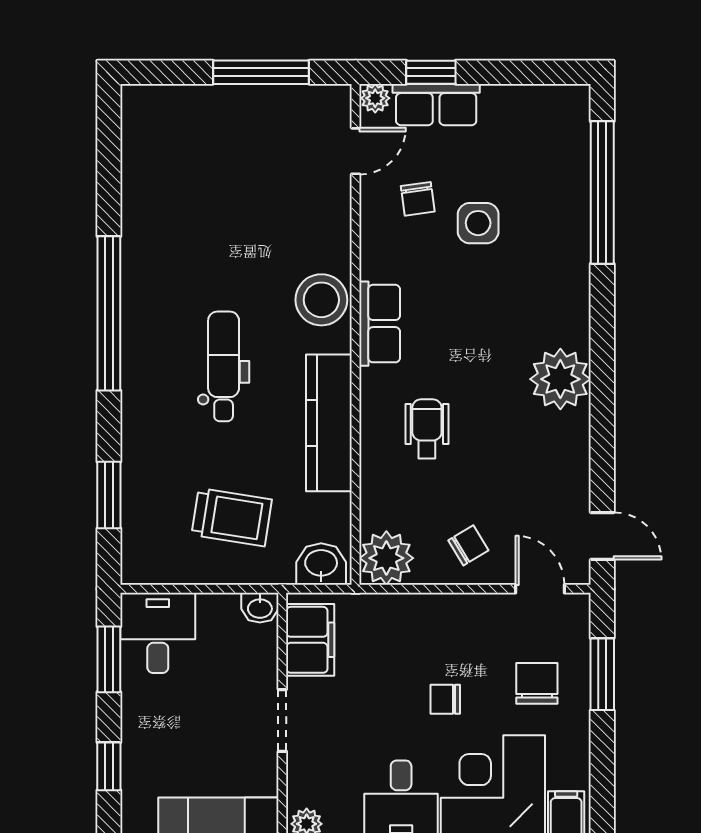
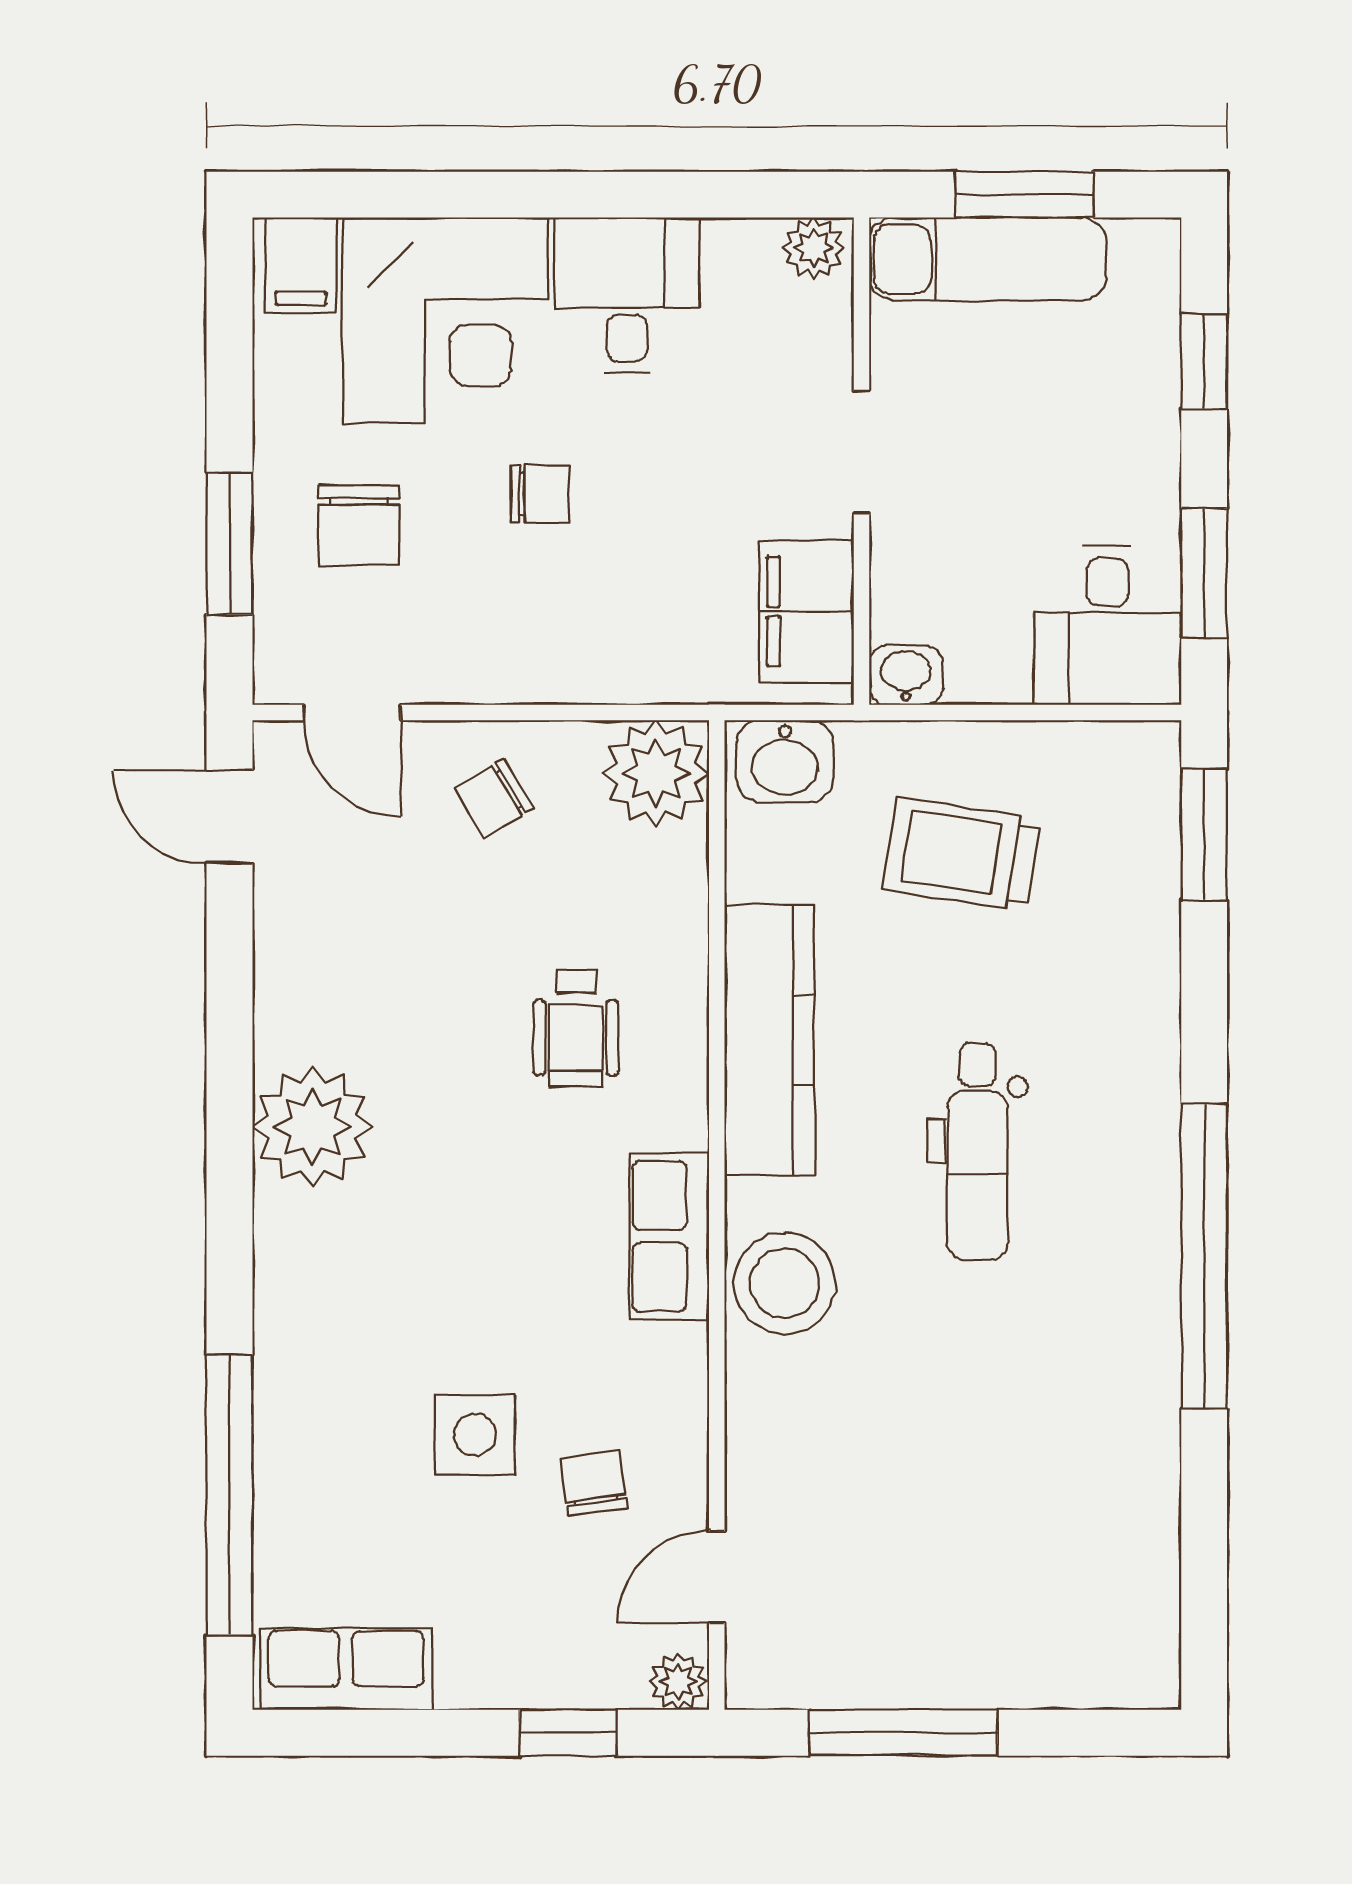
row of seats: (436, 105) -> (346, 1669), moved
window: (109, 495) -> (1204, 835), moved

